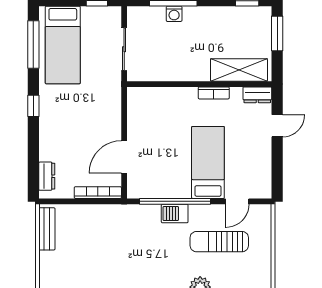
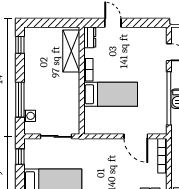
washing machine: (174, 14) -> (30, 116), moved
window: (277, 34) -> (44, 23), removed
bed: (208, 162) -> (111, 94), moved, turned 180

